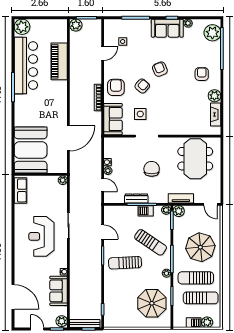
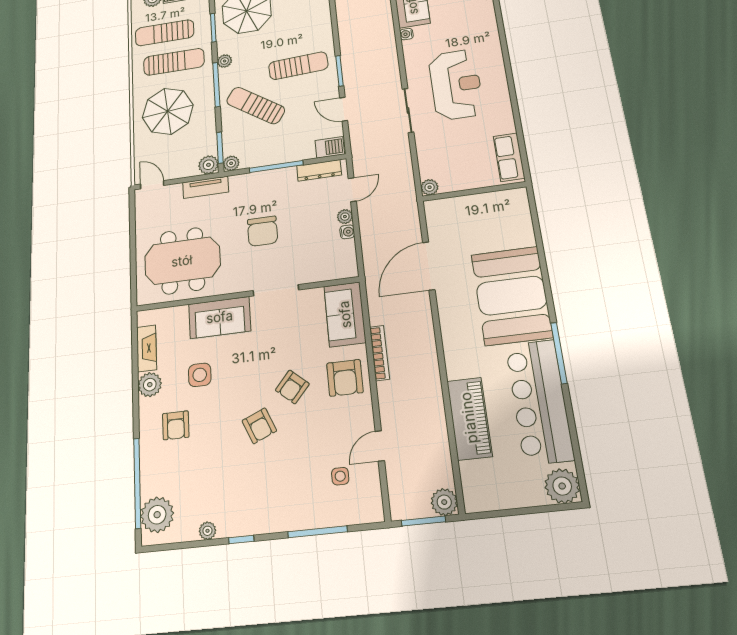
sofa: (167, 28) -> (220, 317), moved, turned 180
side table: (140, 114) -> (200, 375), moved
booth: (31, 150) -> (512, 296), moved
meeting table: (195, 159) -> (182, 261), turned 90
door: (103, 185) -> (352, 190), swing flipped
dresser: (136, 198) -> (319, 170), moved
barbecue: (146, 211) -> (330, 147), moved

